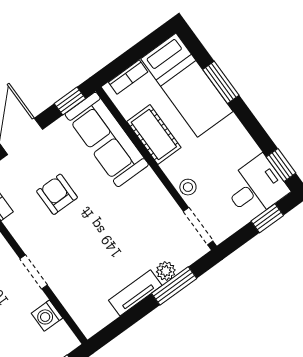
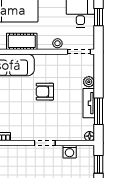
armchair: (57, 194) -> (45, 92), moved
window: (174, 286) -> (98, 111), moved
floor lamp: (89, 328) -> (90, 136), added

